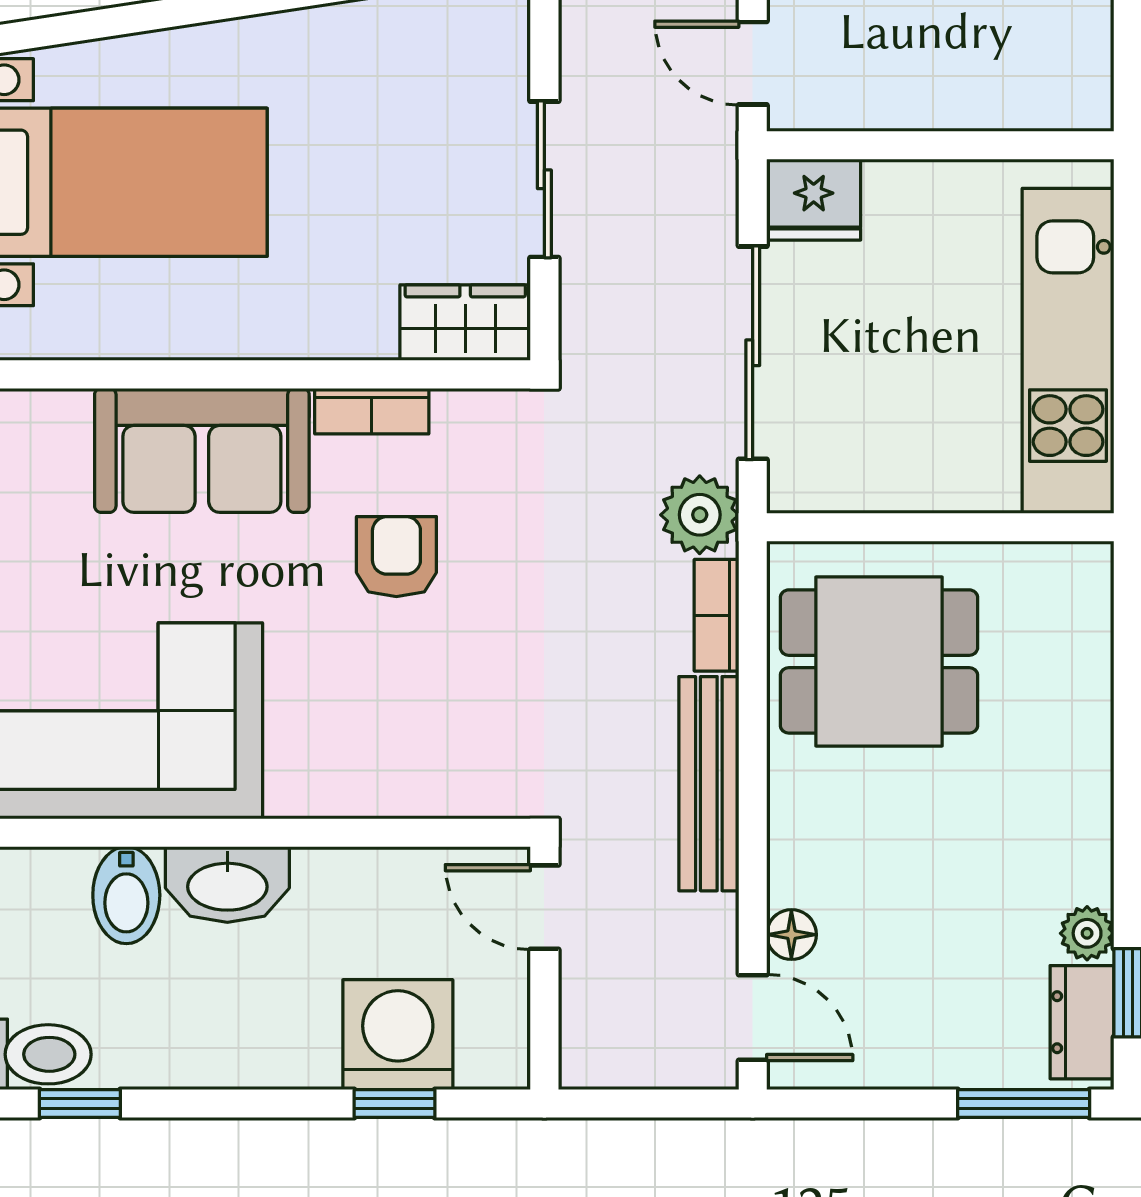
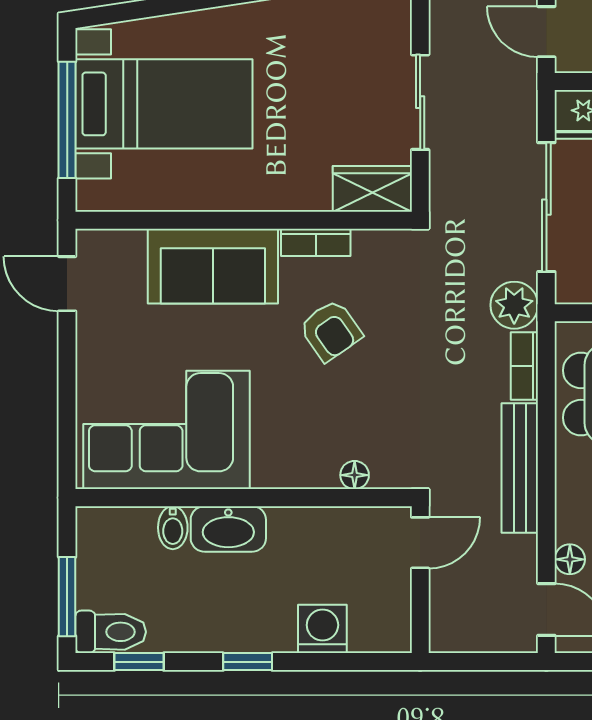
armchair: (396, 557) -> (331, 331), turned 145
floor lamp: (436, 795) -> (355, 475), added
bidet: (126, 895) -> (173, 528), width x0.72, depth x0.74
door: (544, 907) -> (420, 543), swing flipped
washing machine: (398, 1035) -> (322, 629), width x0.73, depth x0.73
window: (395, 1104) -> (248, 662), moved

